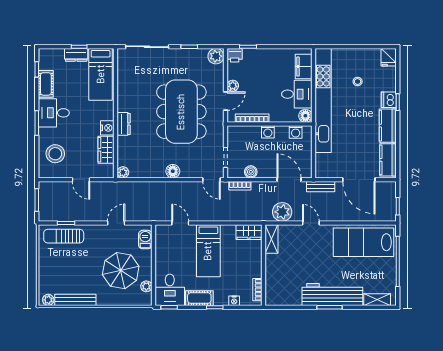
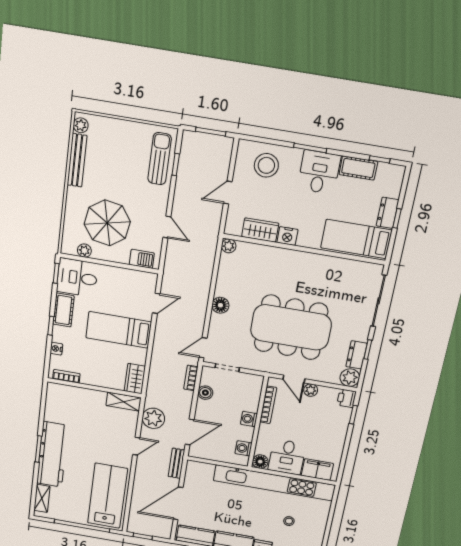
dresser: (124, 124) -> (356, 355), moved, turned 90

